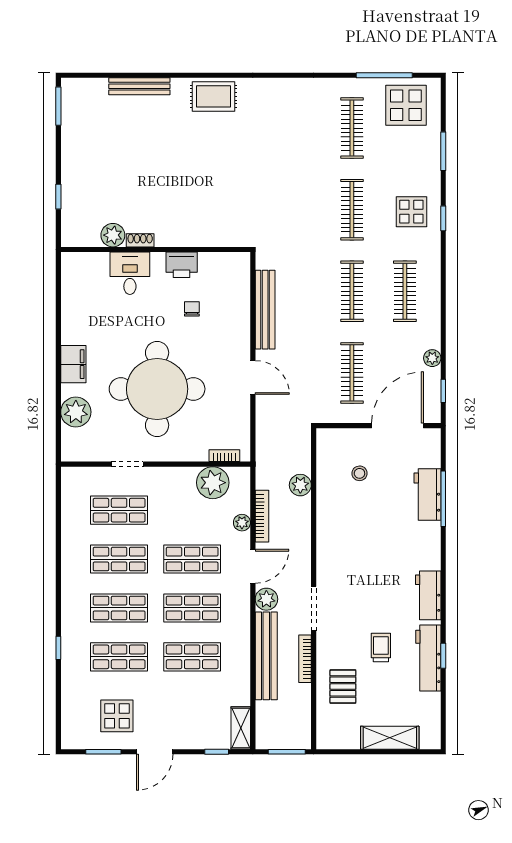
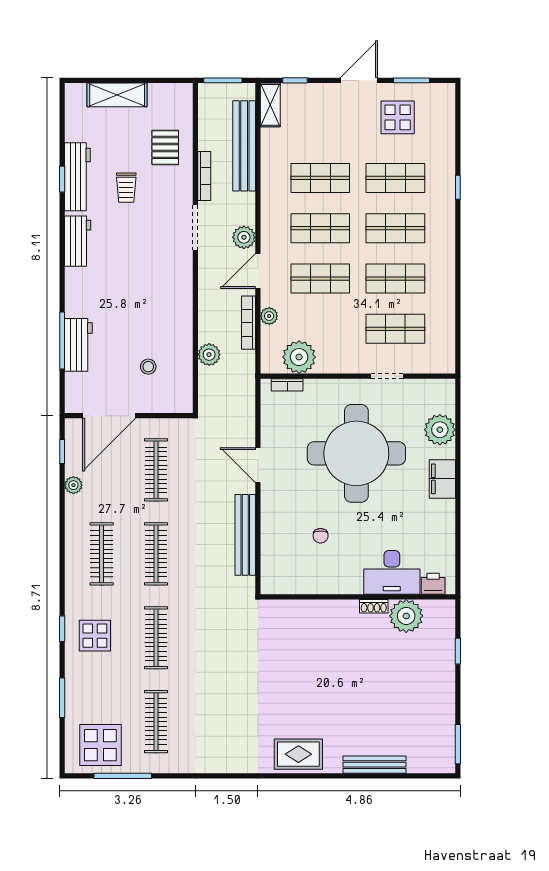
plant: (113, 235) -> (406, 616), width x1.36, depth x1.36
printer: (182, 265) -> (433, 584), moved, width x0.73, depth x0.81
desk: (130, 273) -> (392, 572), width x1.37
bench: (266, 656) -> (244, 146), moved

